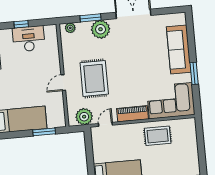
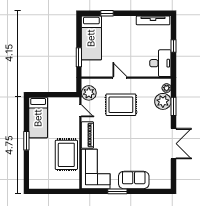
plant: (101, 29) -> (163, 101), moved
desk: (29, 39) -> (160, 63), moved
sofa: (179, 49) -> (134, 180), width x0.73
rug: (158, 136) -> (66, 155), width x1.36, depth x1.43

